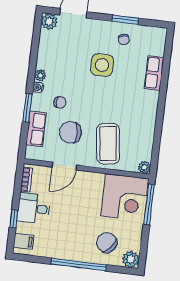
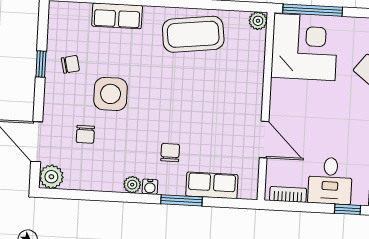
window: (125, 20) -> (41, 64), width x0.67
chair: (70, 132) -> (85, 134), moved, width x0.54, depth x0.54
coffee table: (108, 144) -> (193, 34), moved

